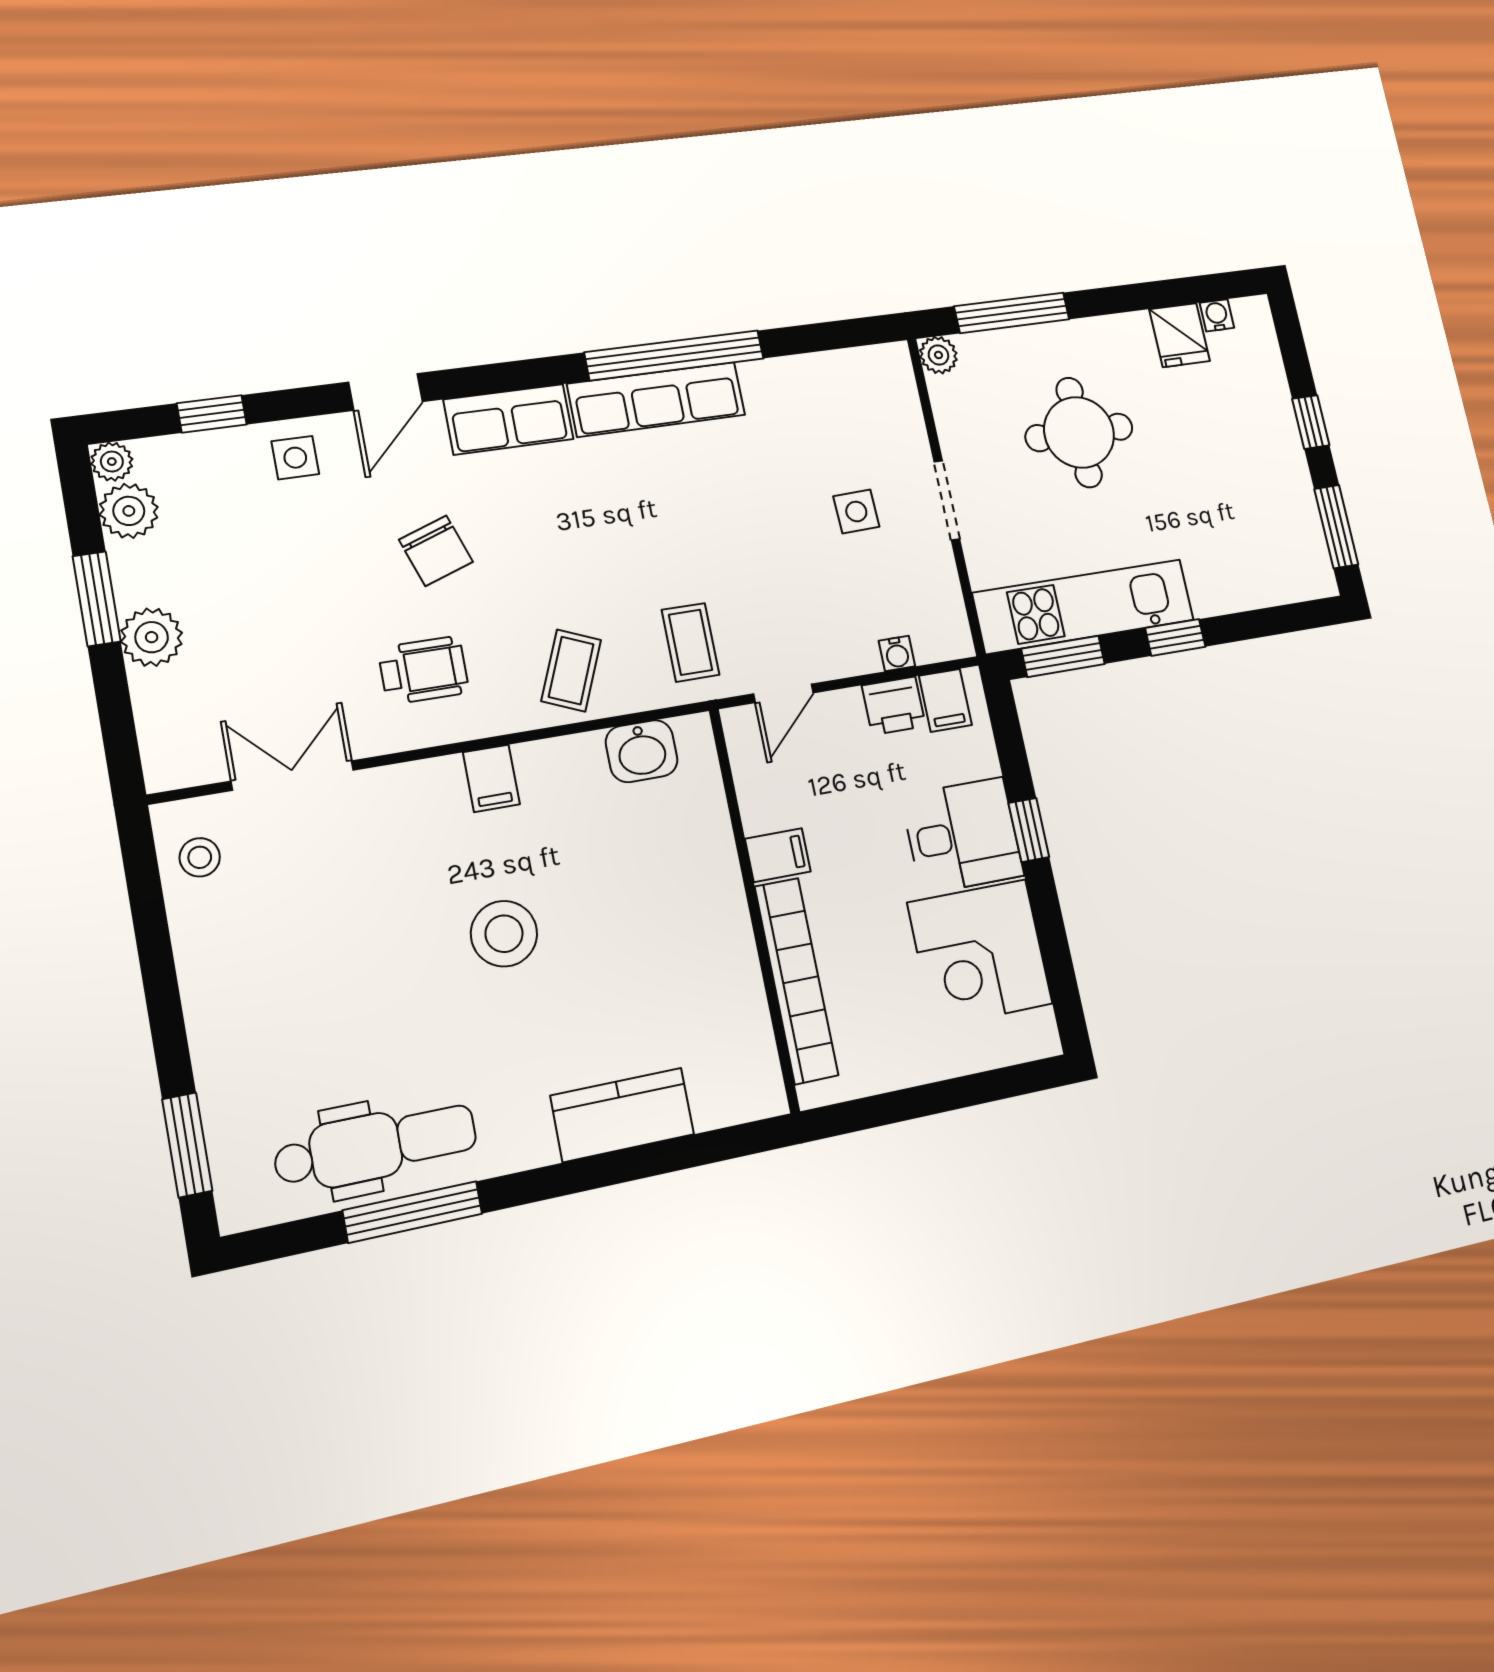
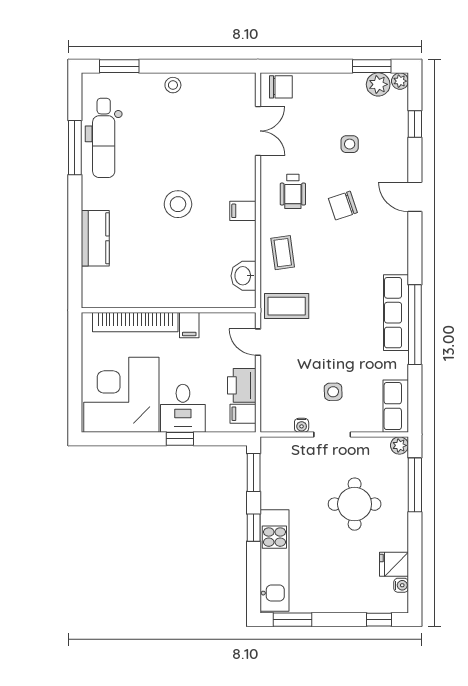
row of seats: (509, 419) -> (396, 406), moved
window: (1311, 422) -> (379, 620), moved
side table: (295, 458) -> (350, 144), moved
window: (97, 599) -> (372, 66), moved
kitchen unit: (1084, 606) -> (274, 560), moved
plant: (152, 637) -> (324, 85), removed
coffee table: (690, 642) -> (287, 306), width x1.36, depth x1.30
water cooler: (897, 653) -> (302, 425), moved, turned -90
coffee table: (571, 670) -> (283, 253), turned 59
printer: (894, 706) -> (242, 385), width x1.36, depth x1.24
chair: (174, 739) -> (281, 87), added
stool: (200, 857) -> (173, 85), moved
corner desk: (980, 953) -> (121, 395), width x1.36, depth x1.36

